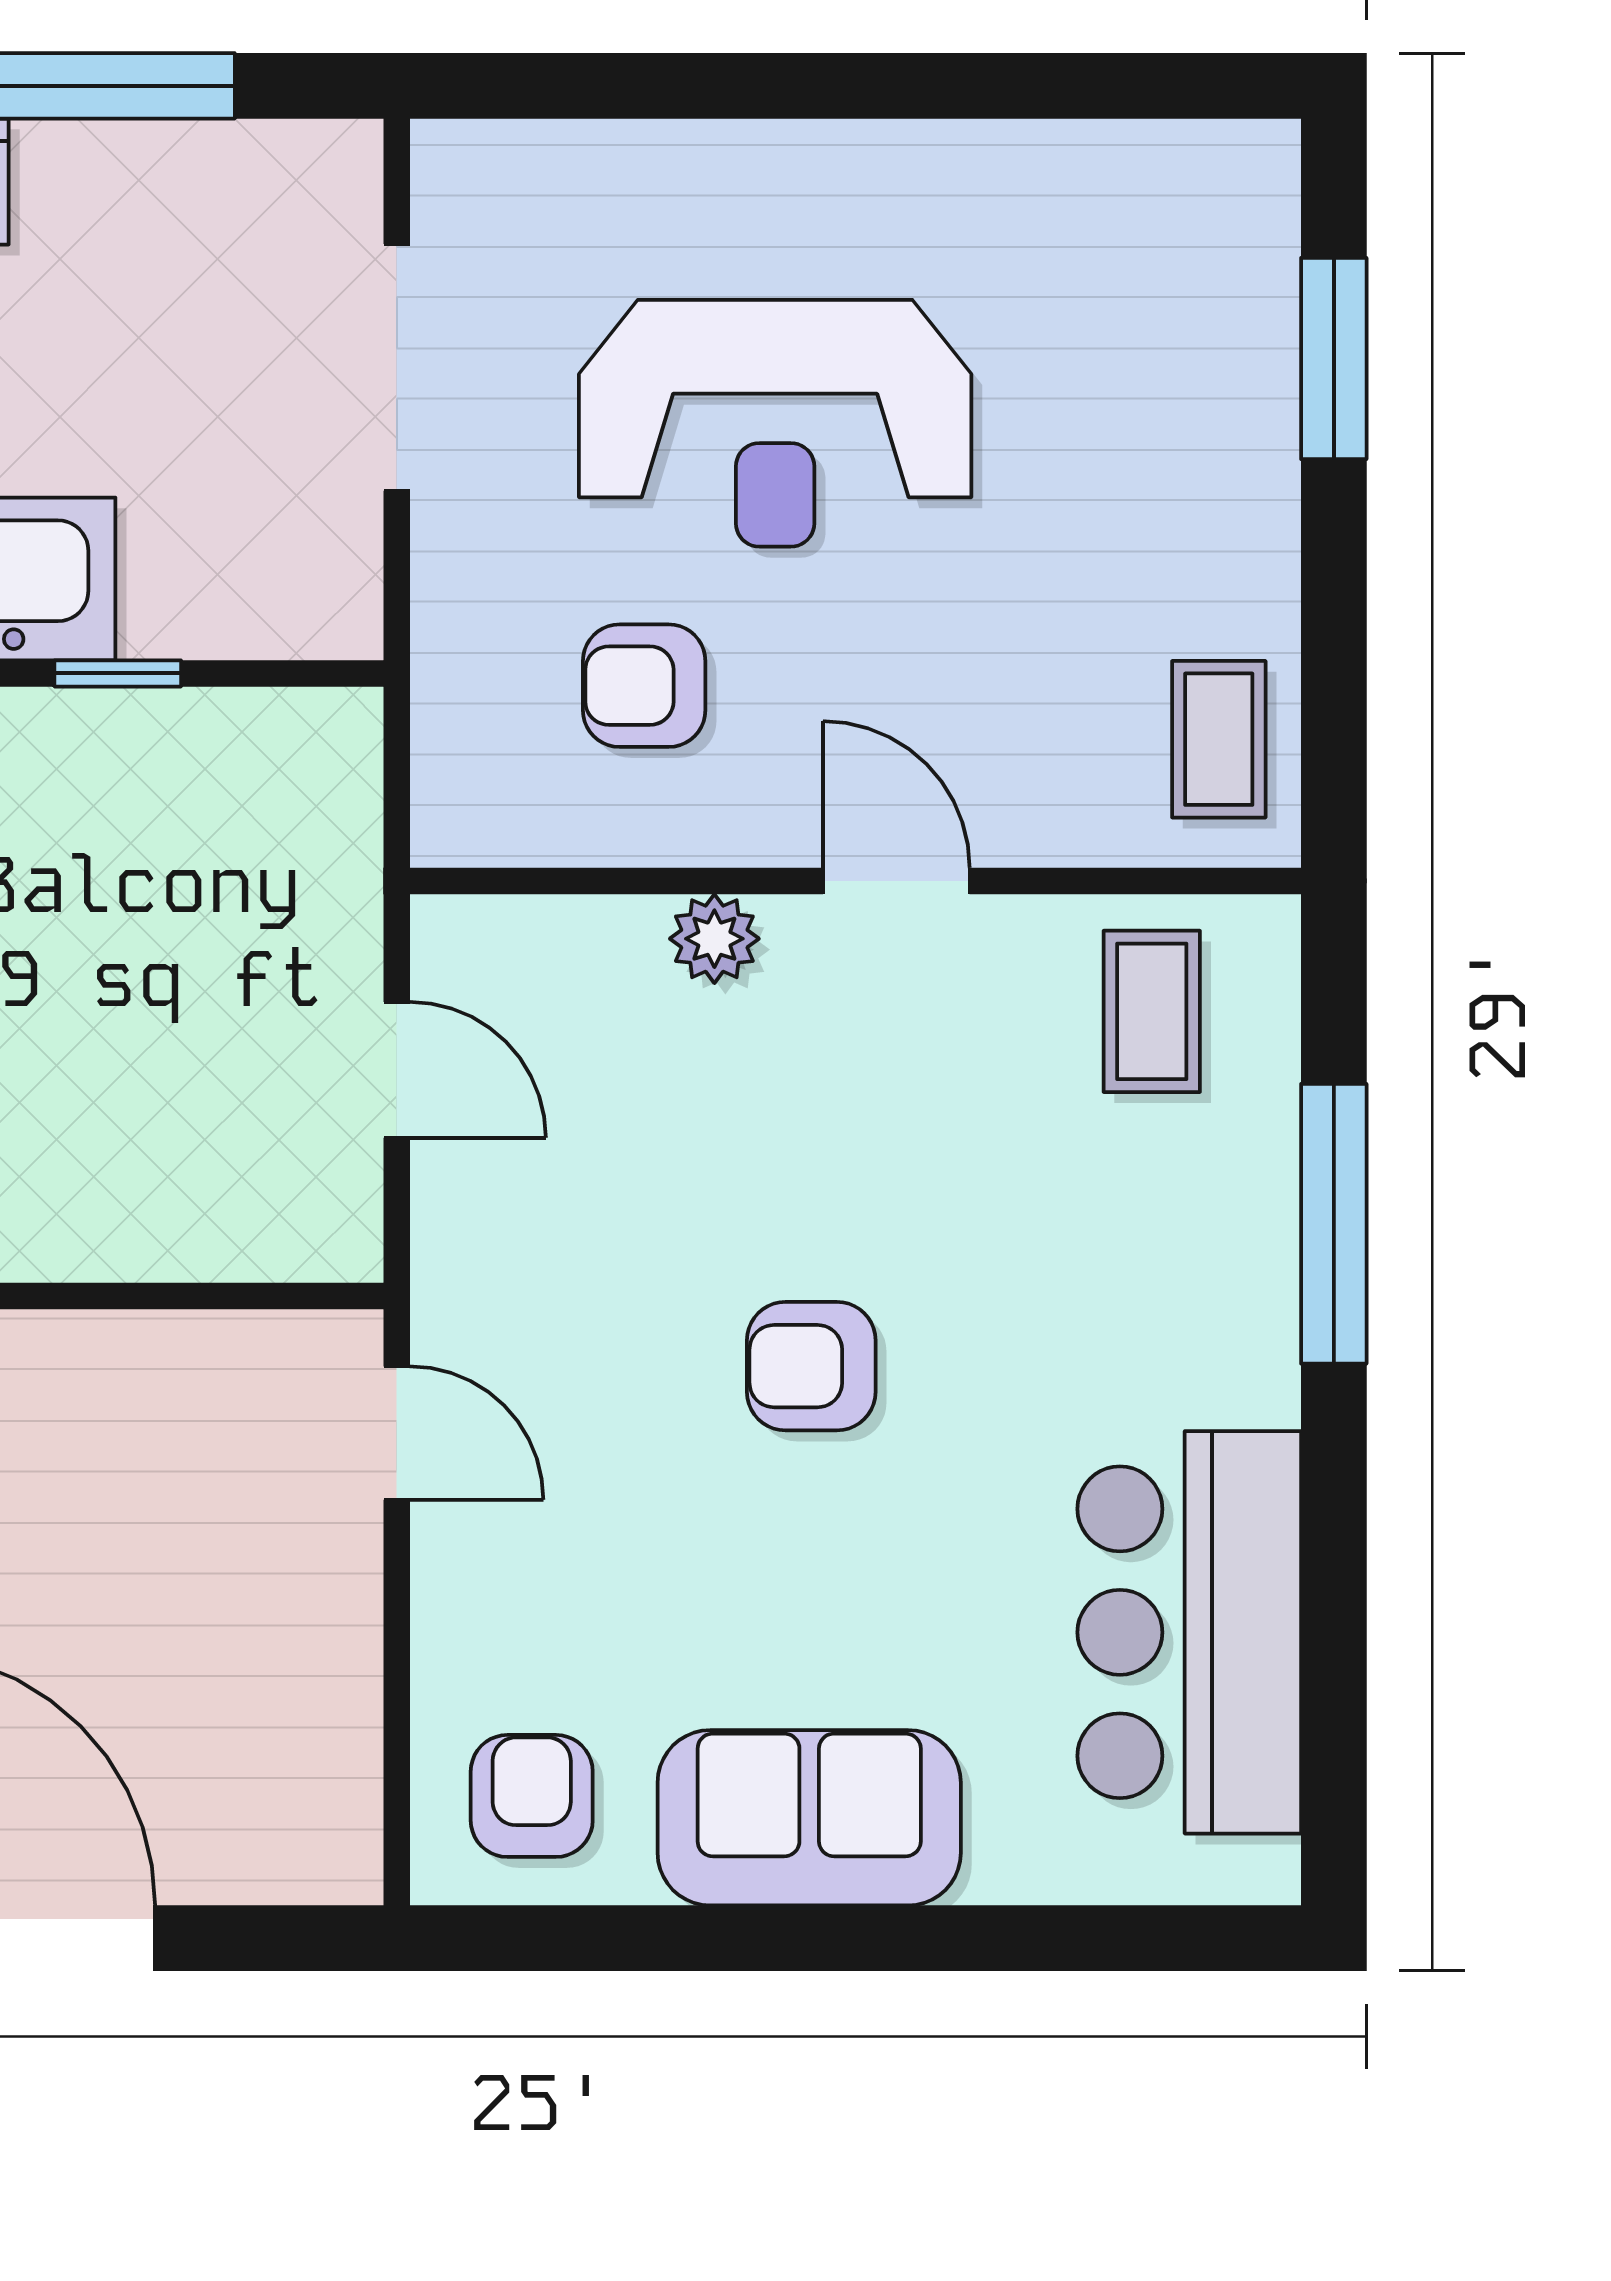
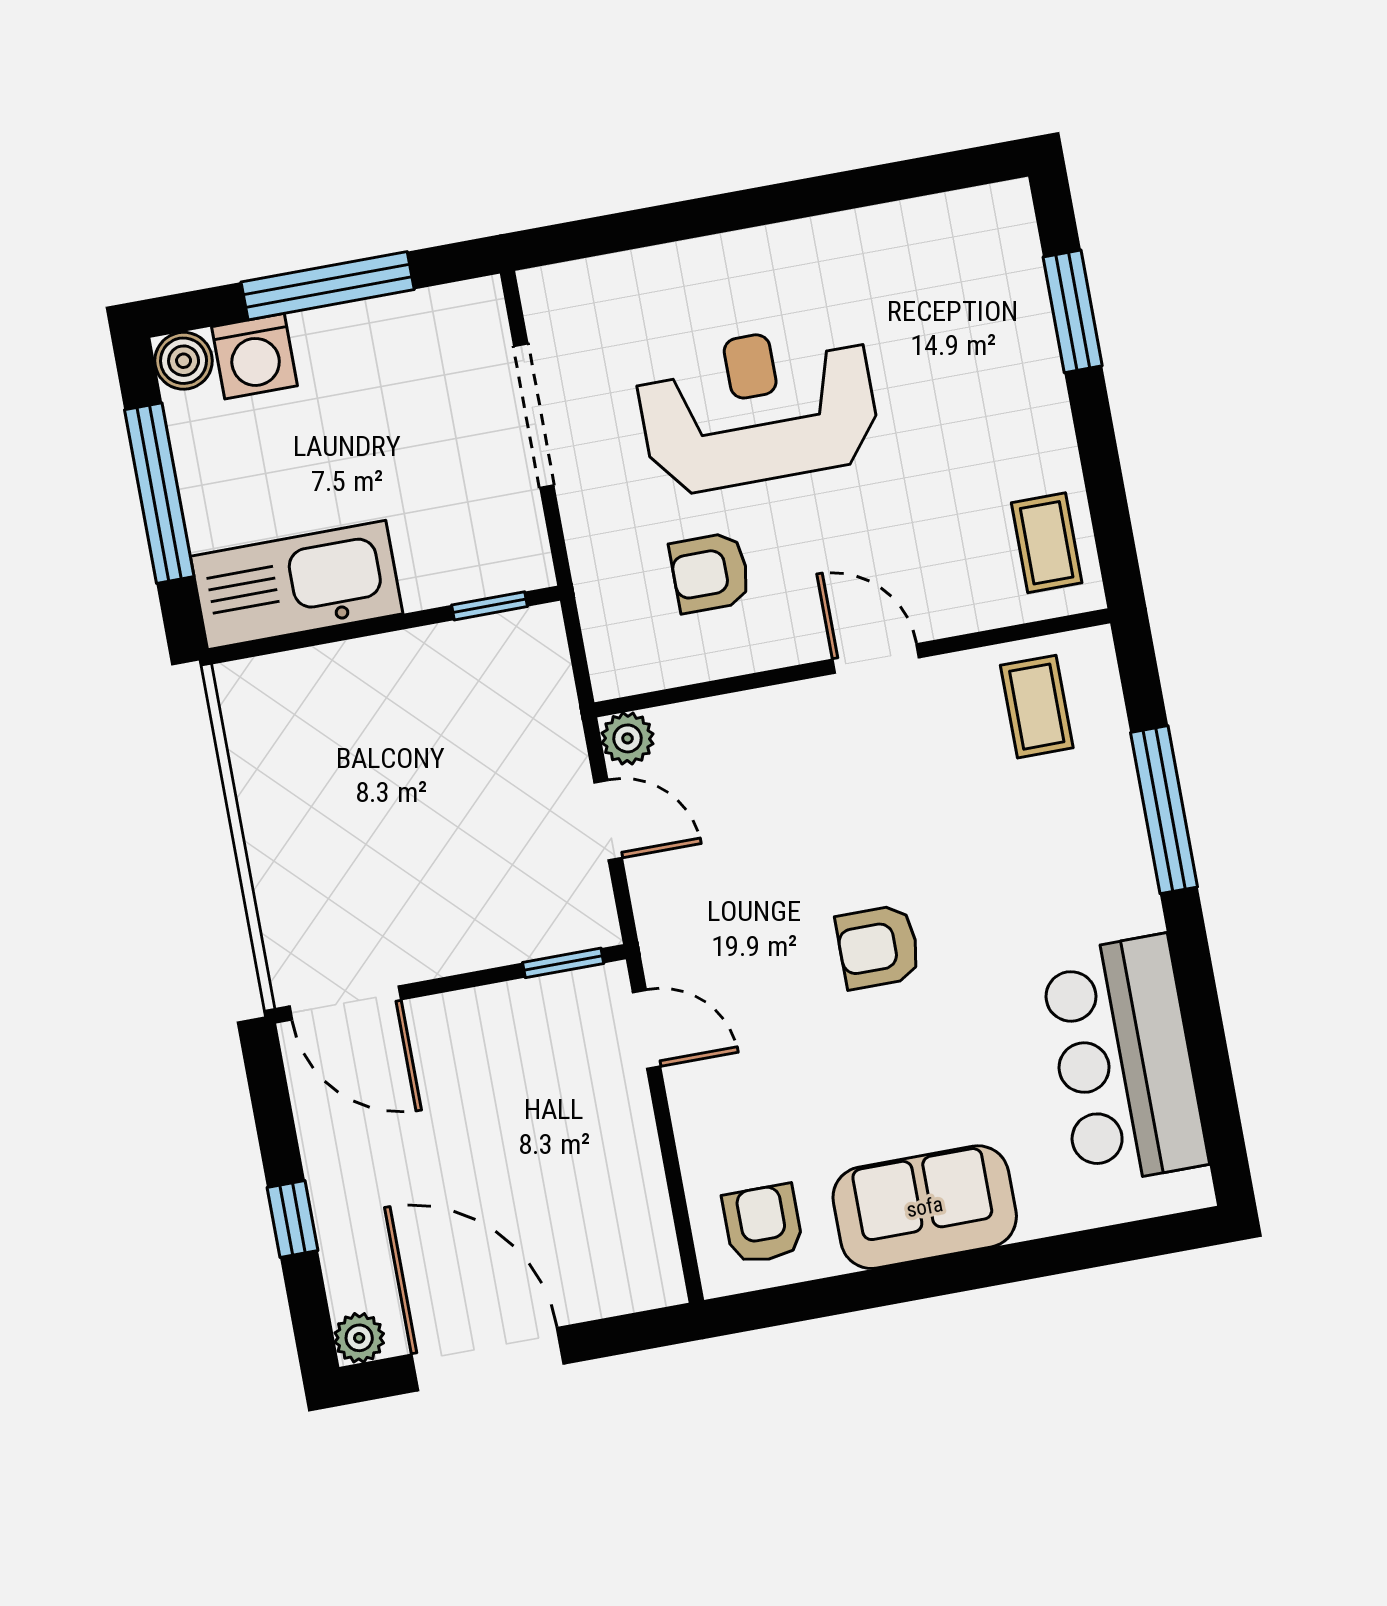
reception desk: (775, 423) -> (758, 408), turned 180
window: (118, 673) -> (490, 606), moved
plant: (714, 939) -> (628, 738), moved
window: (277, 1296) -> (563, 963), added

